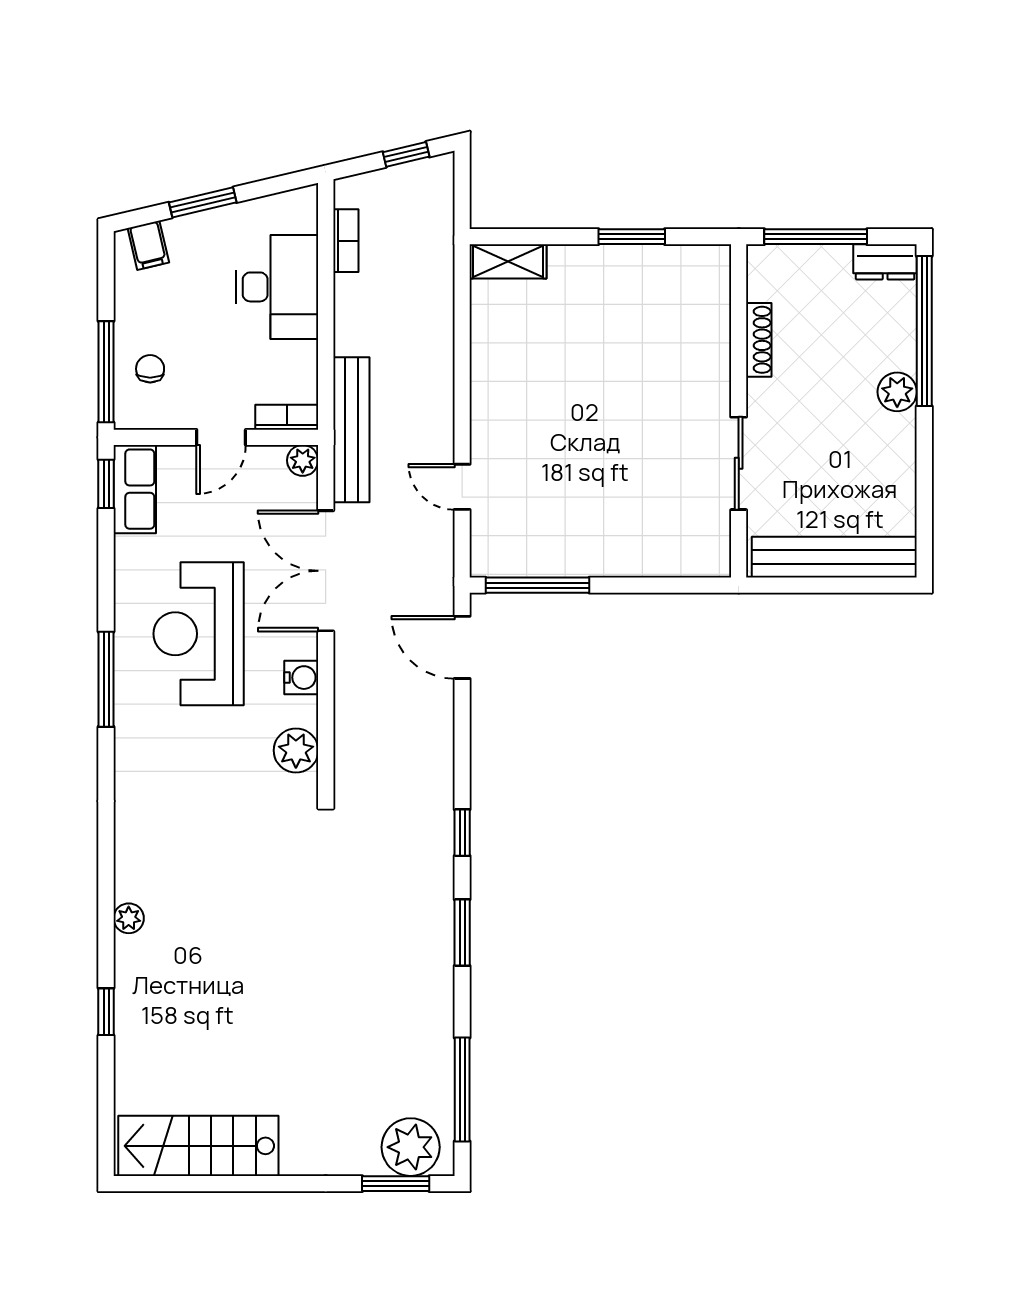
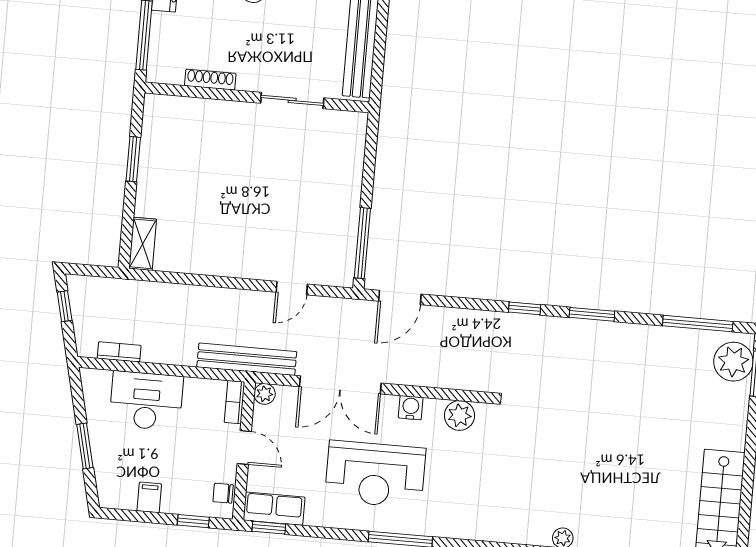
filing cabinet: (148, 245) -> (149, 497), moved, turned -77
chair: (150, 369) -> (223, 493), moved
window: (106, 372) -> (193, 521), width x0.46

